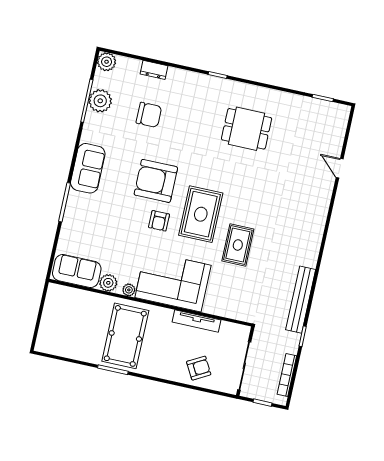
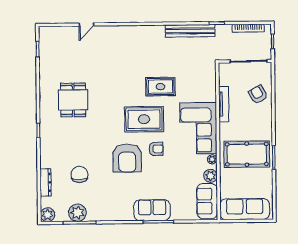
dresser: (154, 70) -> (46, 182), width x1.44
sofa: (88, 168) -> (152, 210), moved
sofa: (55, 317) -> (245, 209), added

